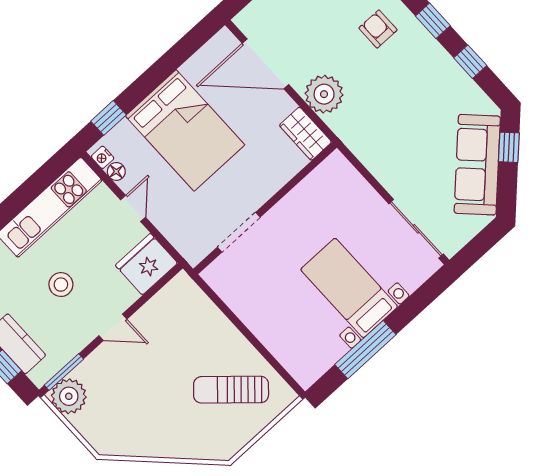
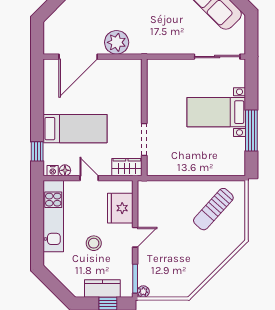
bed: (185, 130) -> (75, 129), width x0.67
wardrobe: (305, 134) -> (127, 167), moved, turned 180
fridge: (146, 264) -> (120, 208), moved
plant: (69, 396) -> (143, 292), width x0.53, depth x0.53

